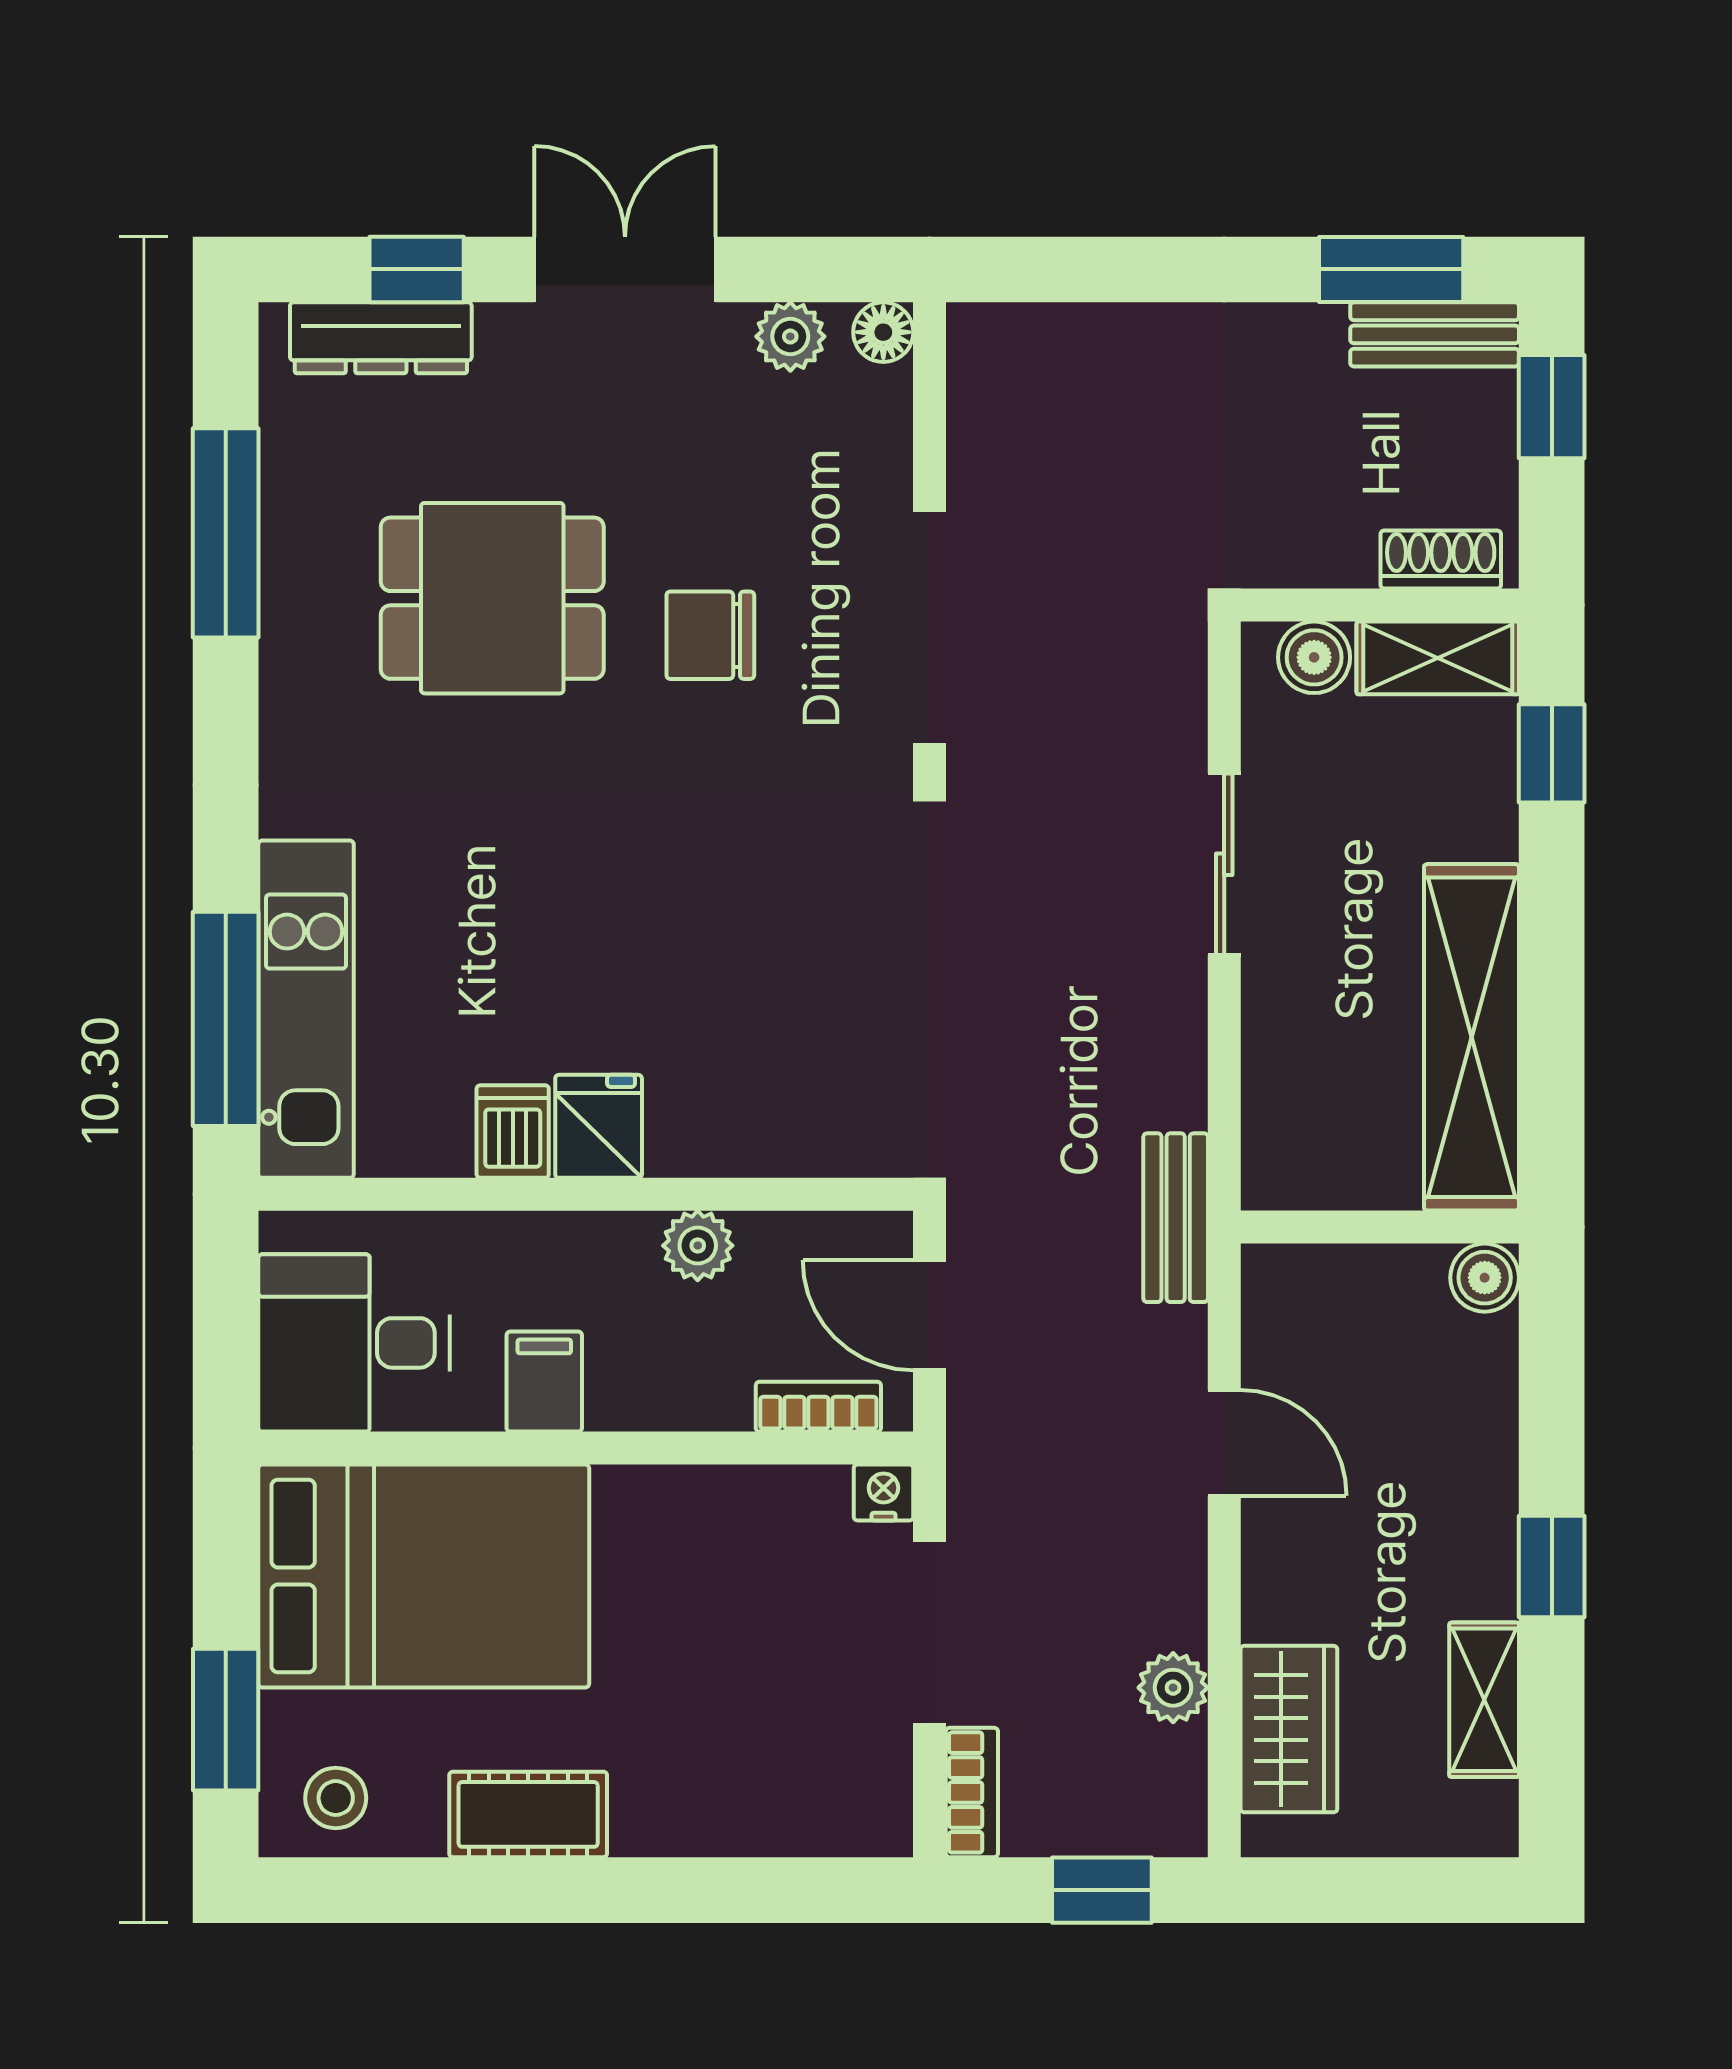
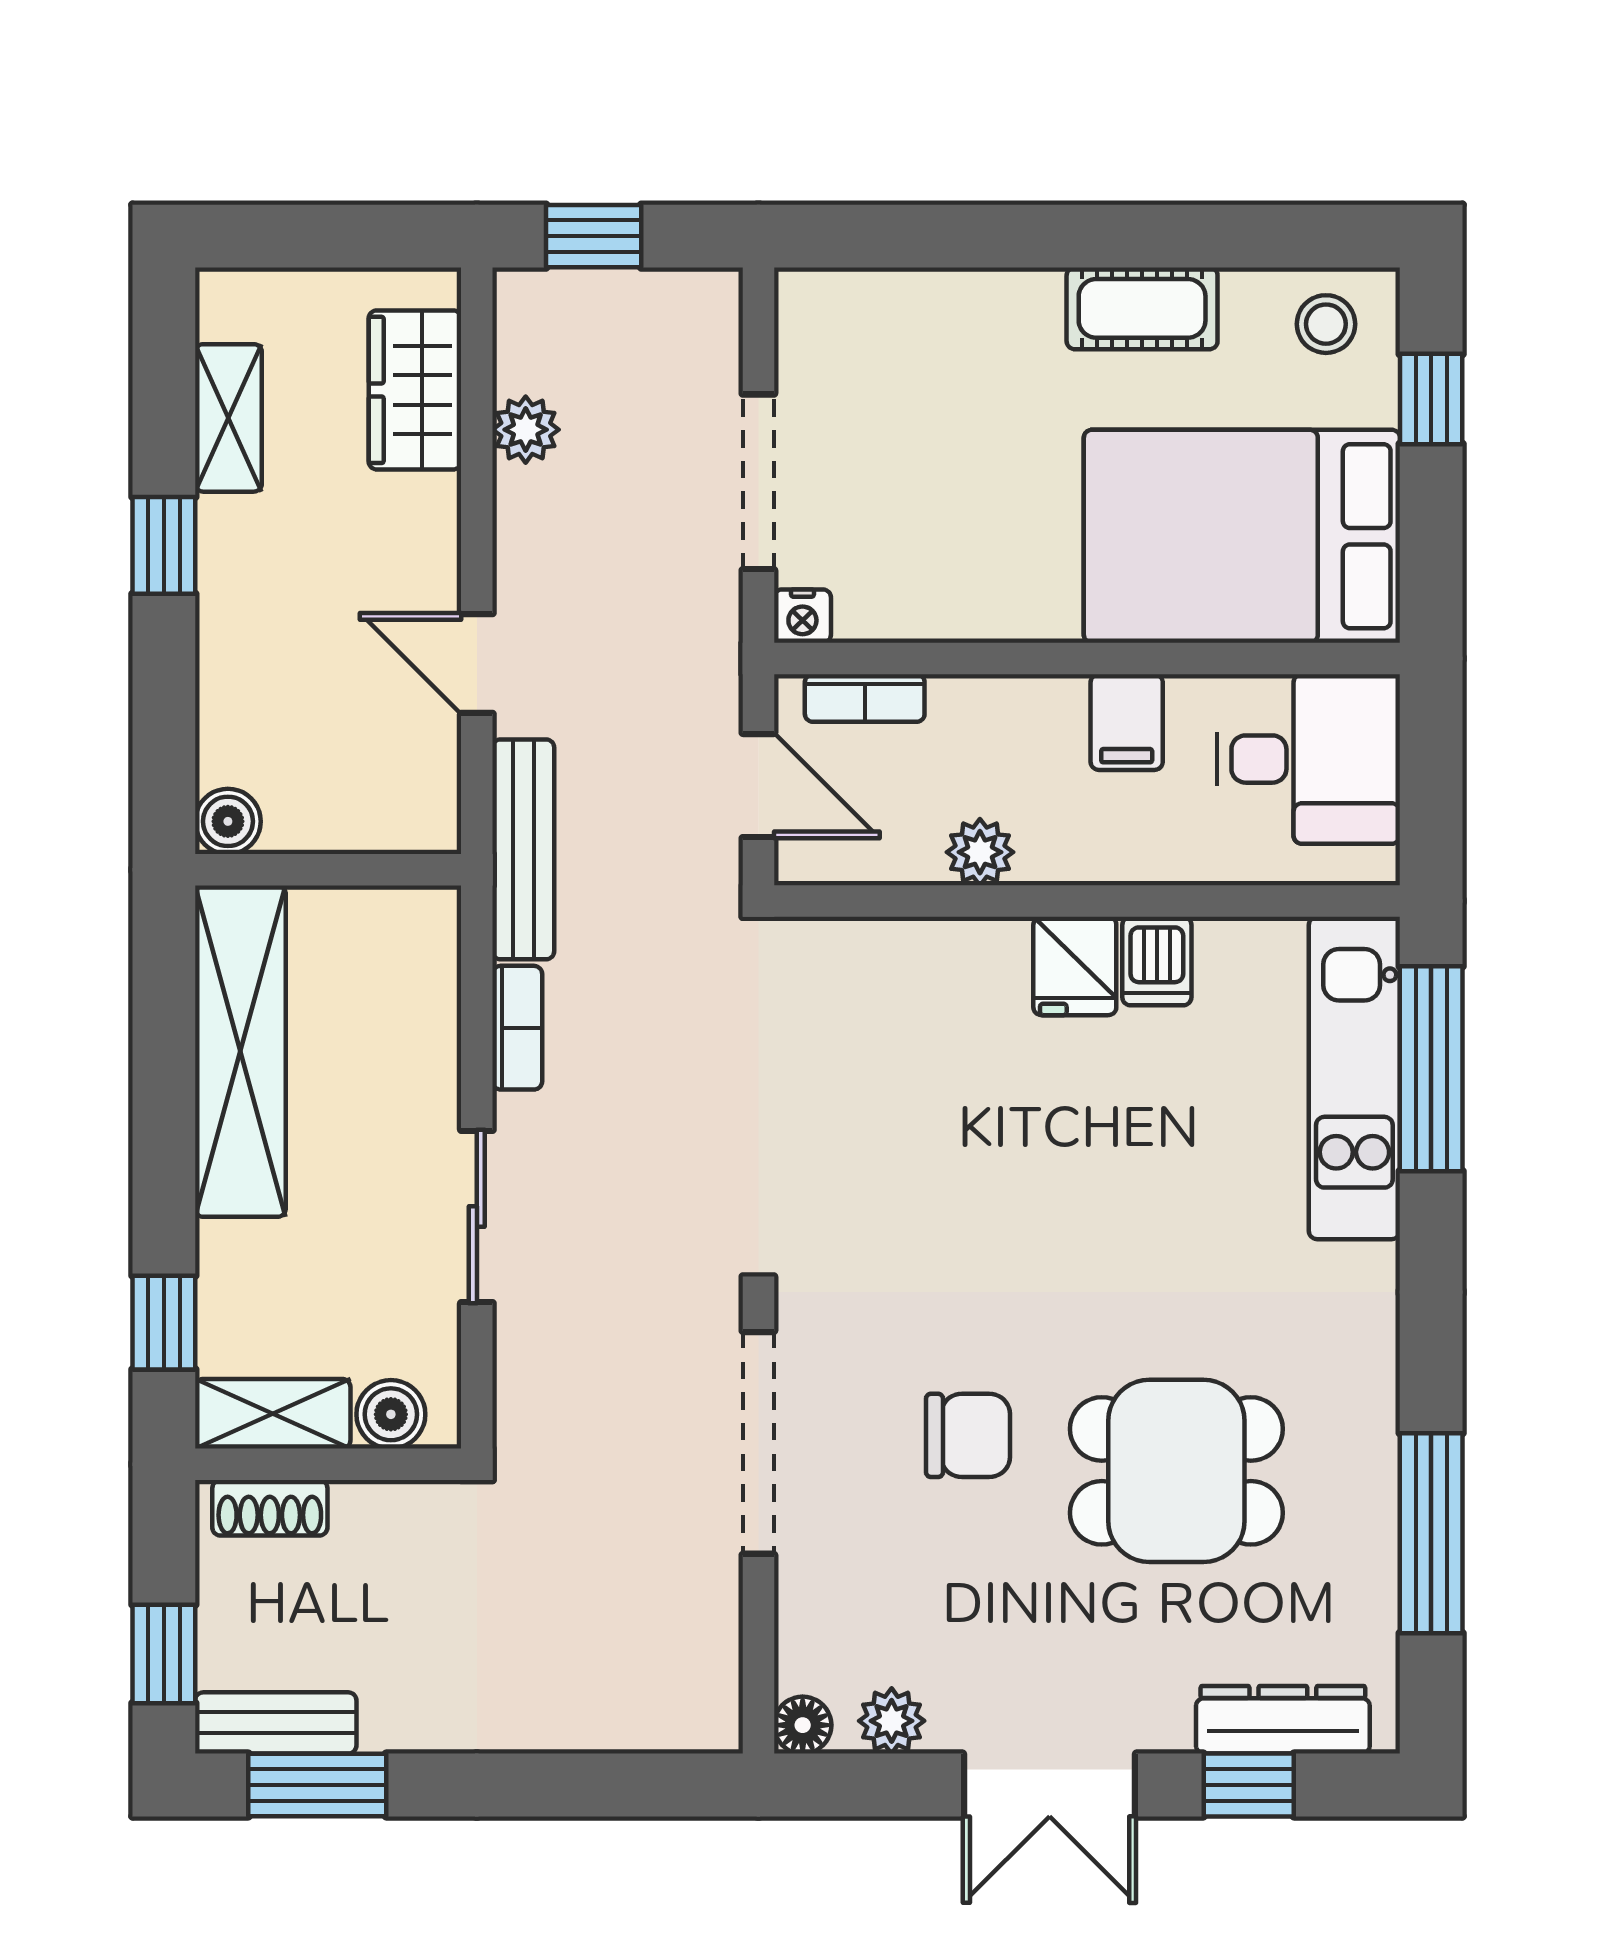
bench: (1176, 1218) -> (523, 849), width x1.36
window: (226, 1720) -> (1431, 399), width x0.67
bookcase: (972, 1792) -> (517, 1028), moved, turned 180

